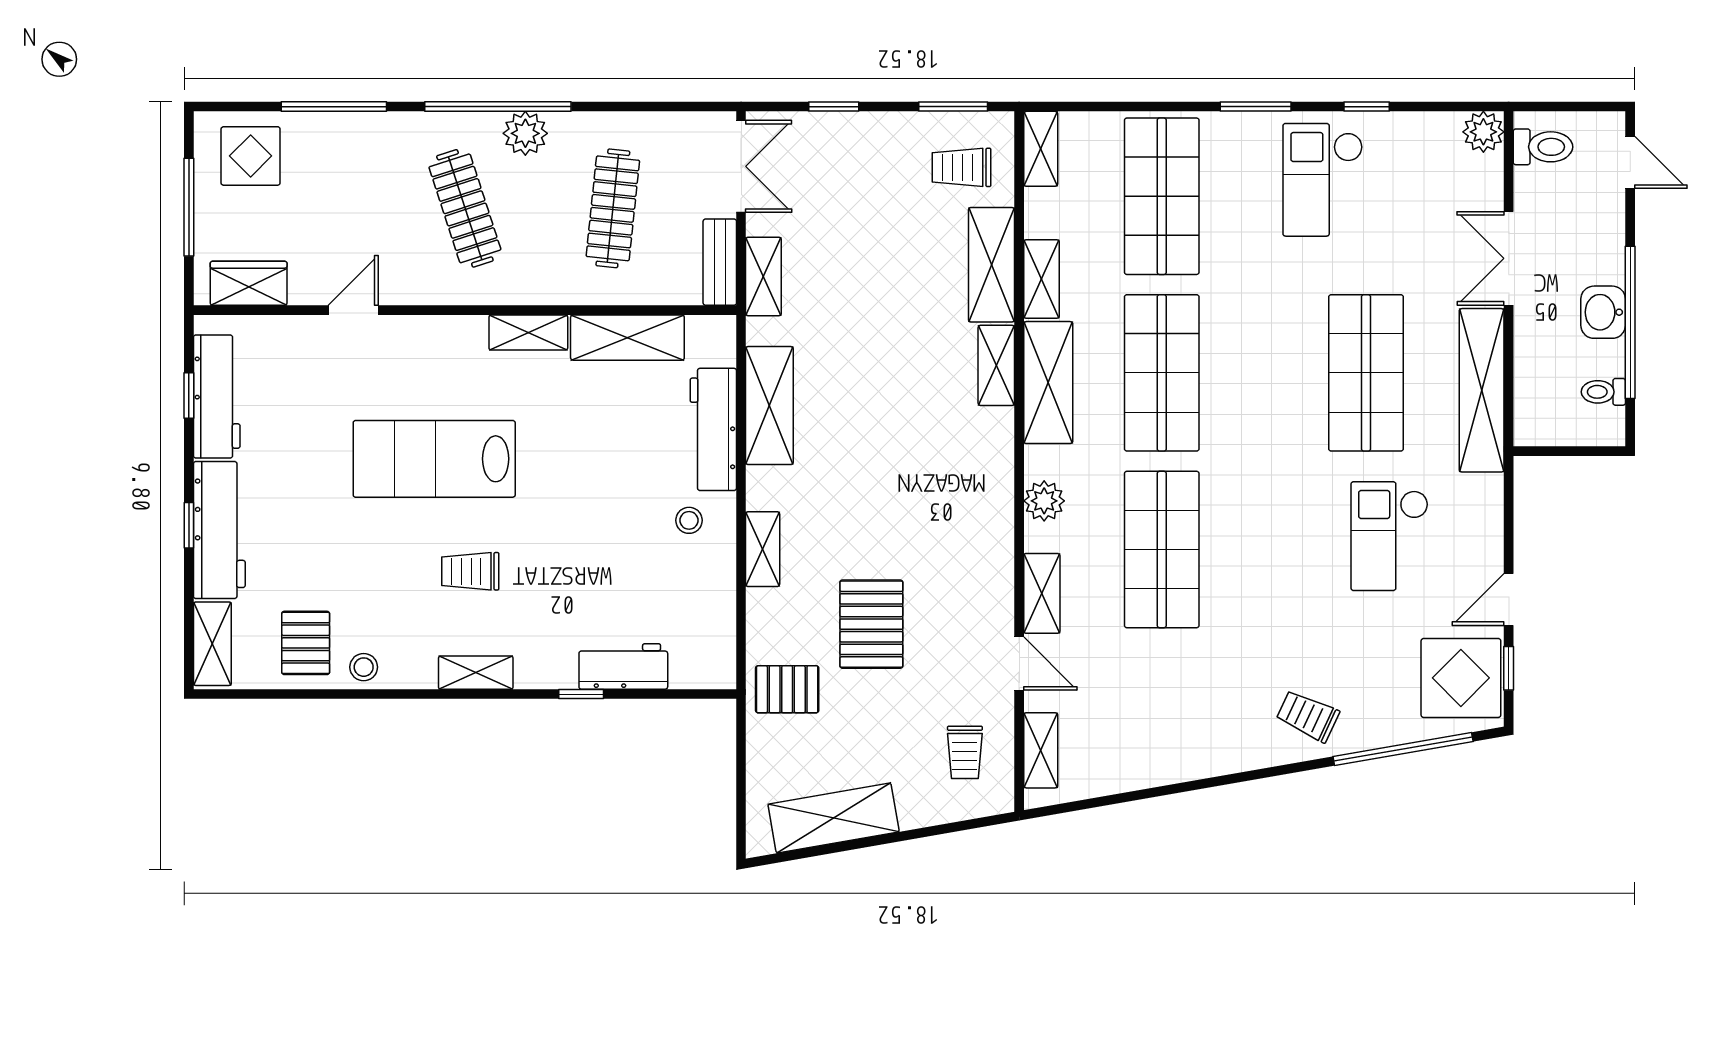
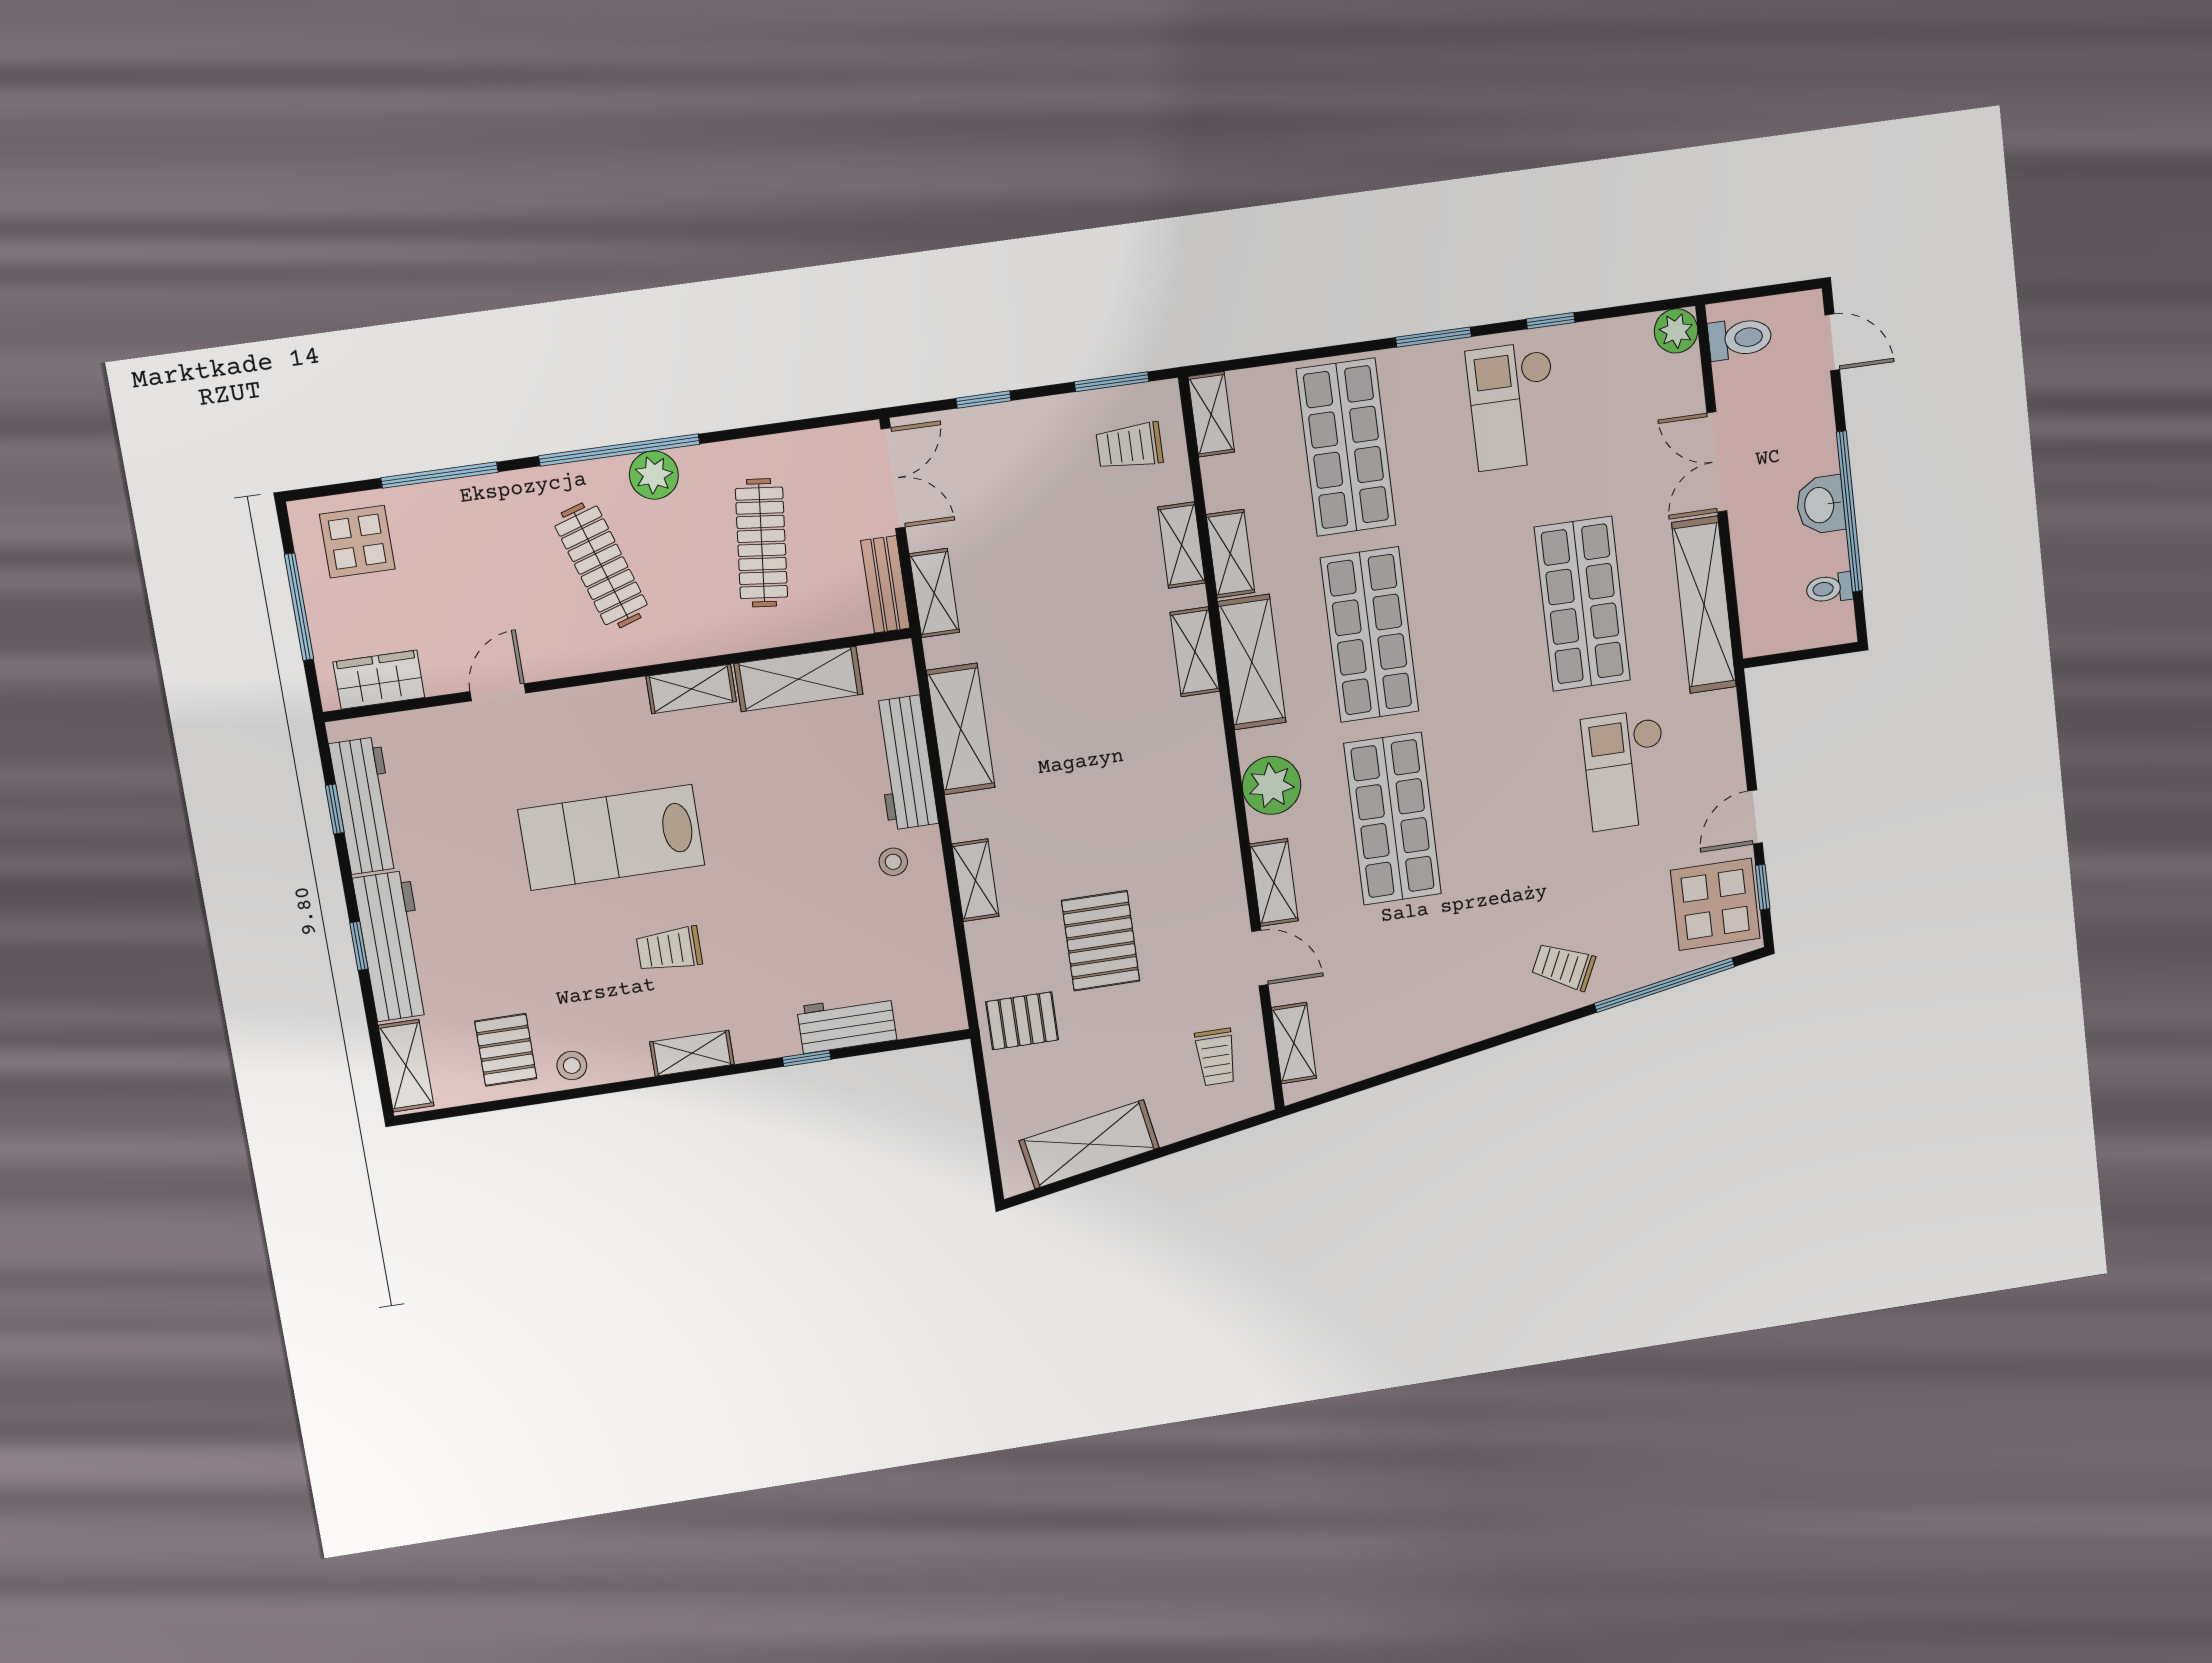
shelving: (991, 265) -> (1181, 545), width x0.67, depth x0.75
plant: (1044, 501) -> (1271, 785), width x1.36, depth x1.36

